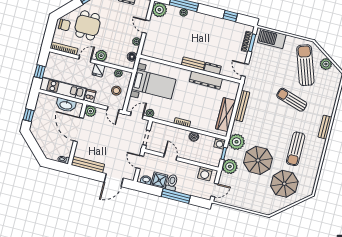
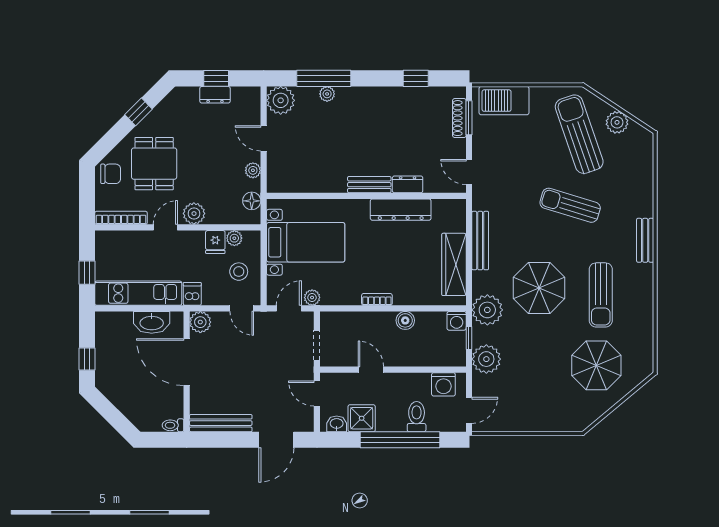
fridge: (98, 70) -> (215, 242), moved
parasol: (258, 160) -> (539, 288), moved
toilet: (172, 183) -> (417, 417), moved
window: (176, 196) -> (400, 440), width x1.46

